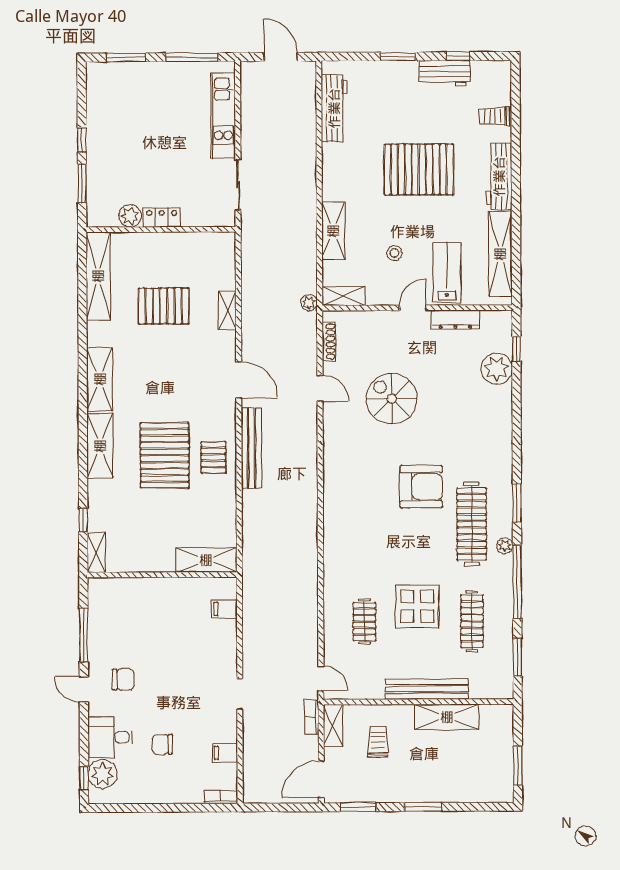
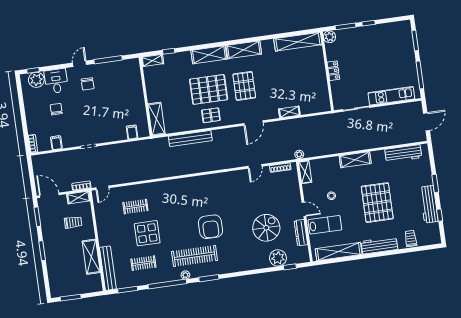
workbench: (445, 73) -> (429, 204), width x1.38
plant: (130, 216) -> (330, 37), moved
shelving: (333, 231) -> (355, 160), moved
pallet: (164, 306) -> (244, 86), moved
spiral stairs: (392, 399) -> (266, 228), moved
bench: (251, 448) -> (190, 139), moved
clothes rail: (472, 621) -> (143, 263), width x0.73
bench: (427, 689) -> (108, 268), moved

